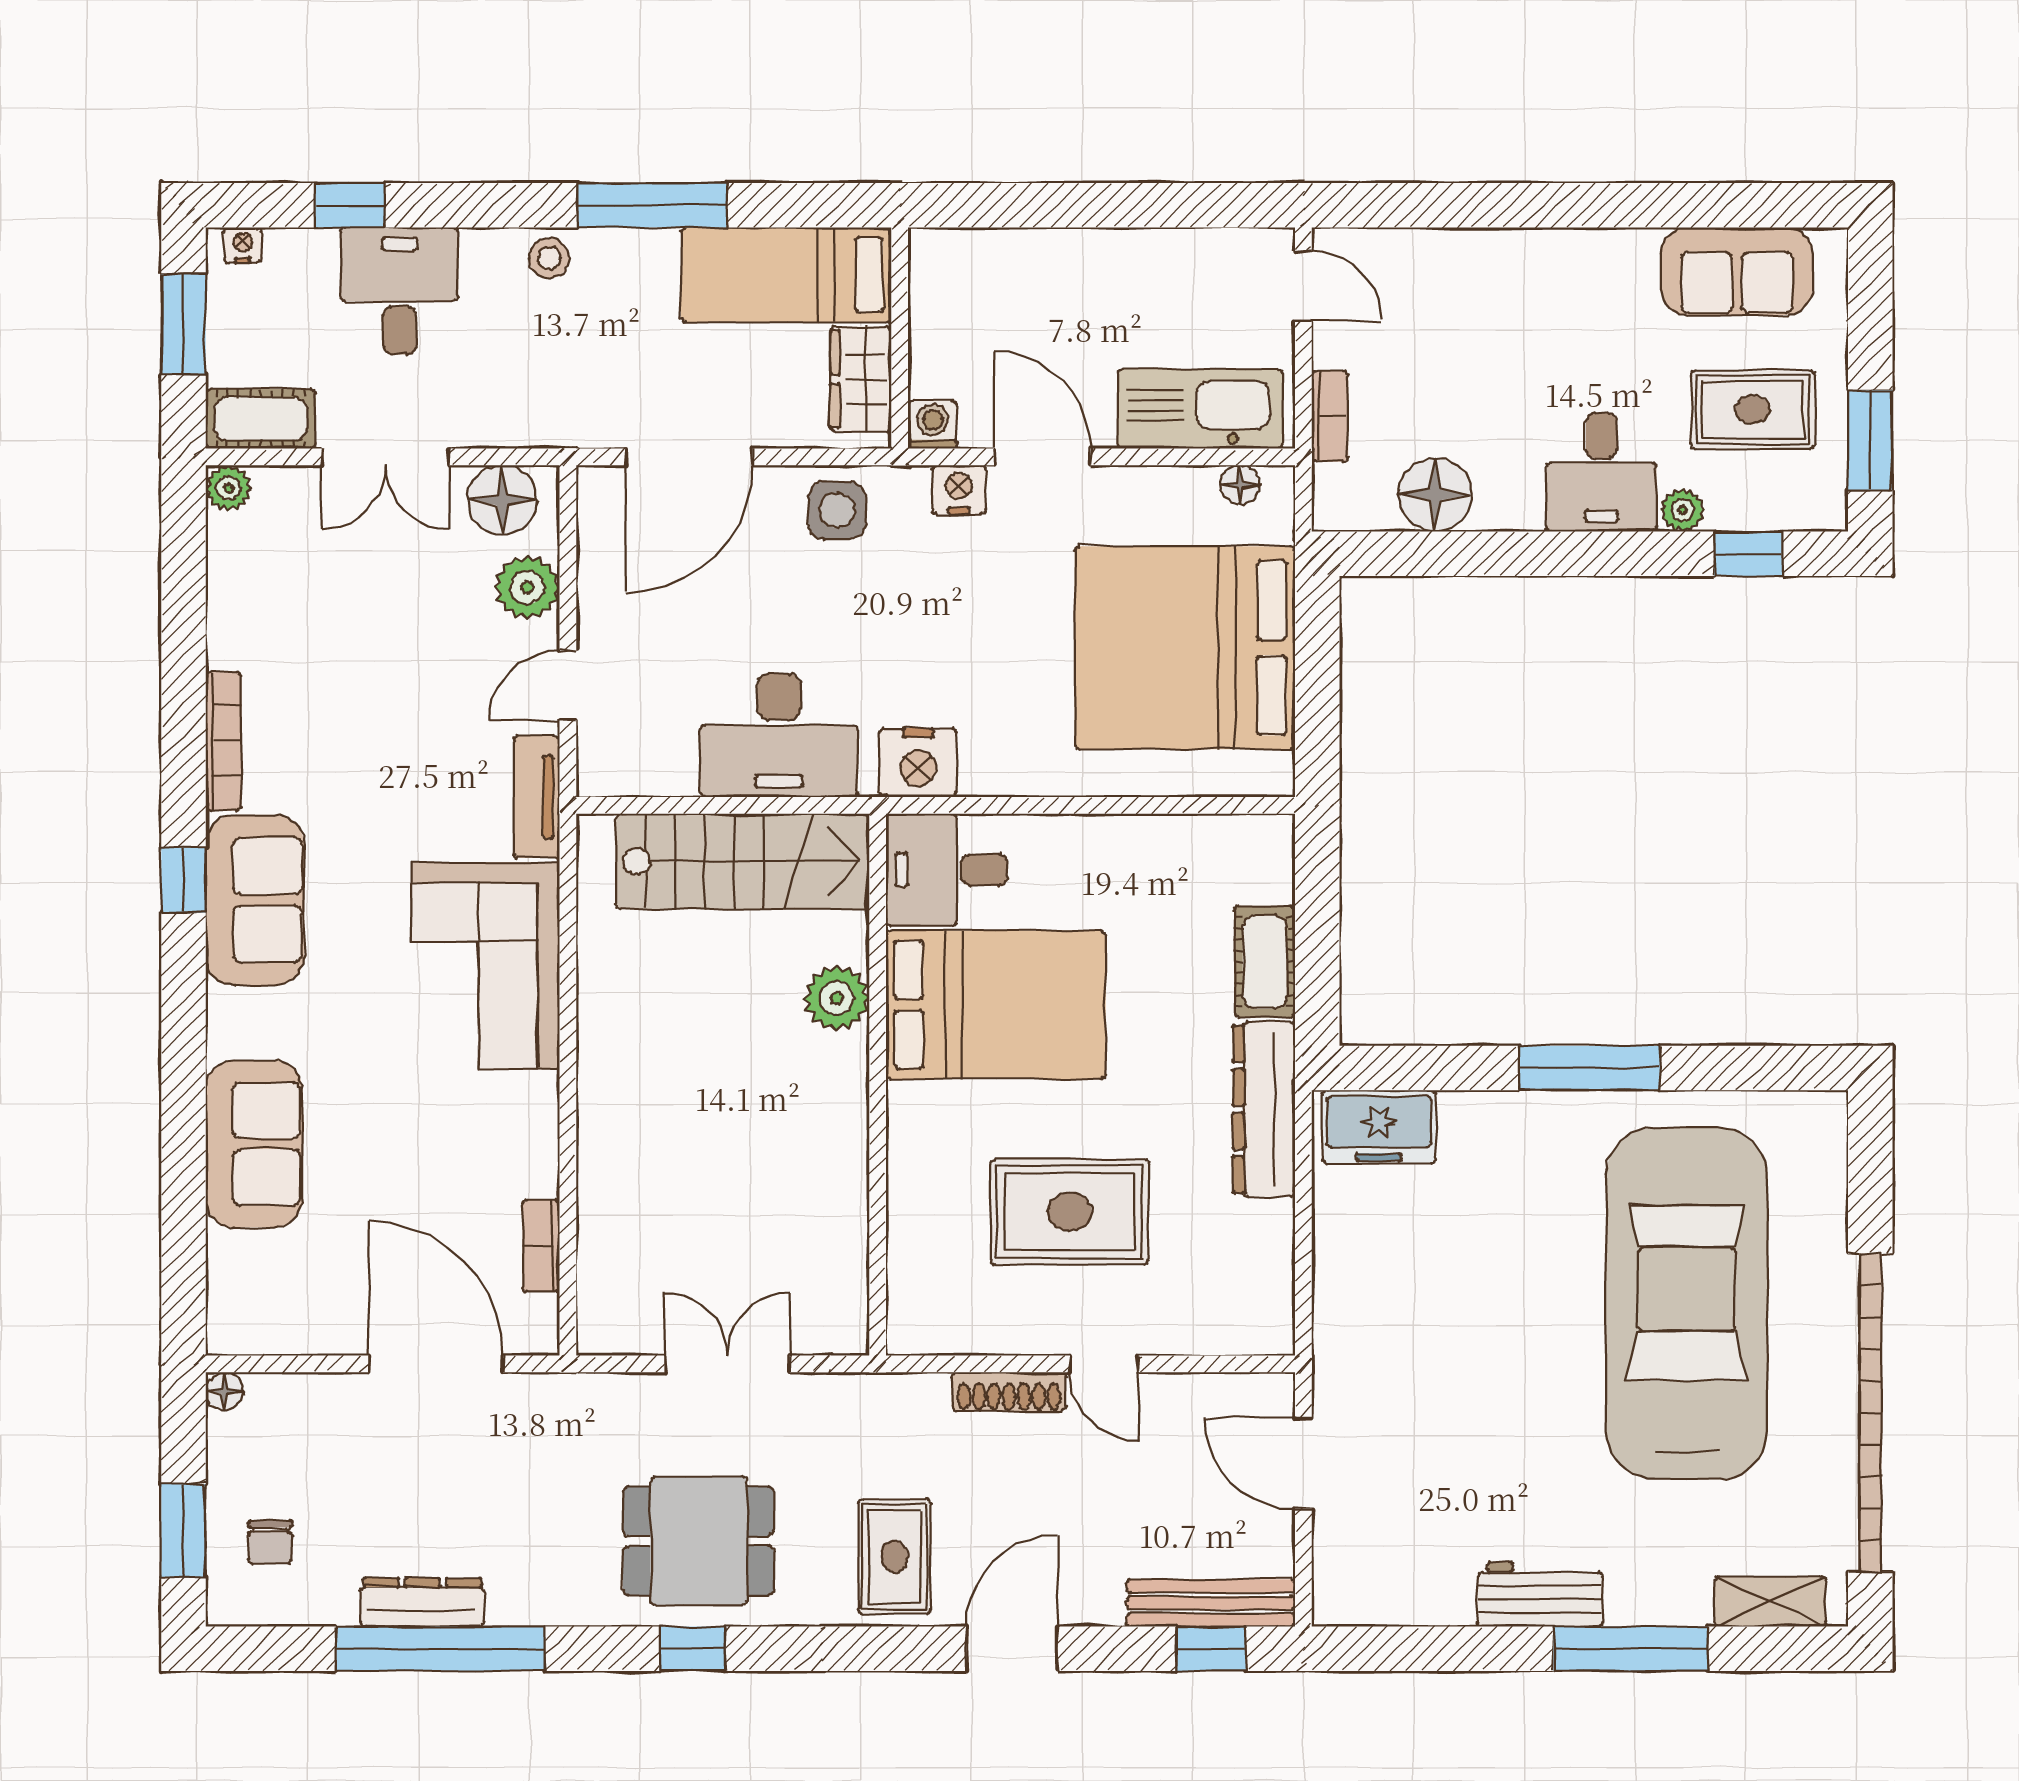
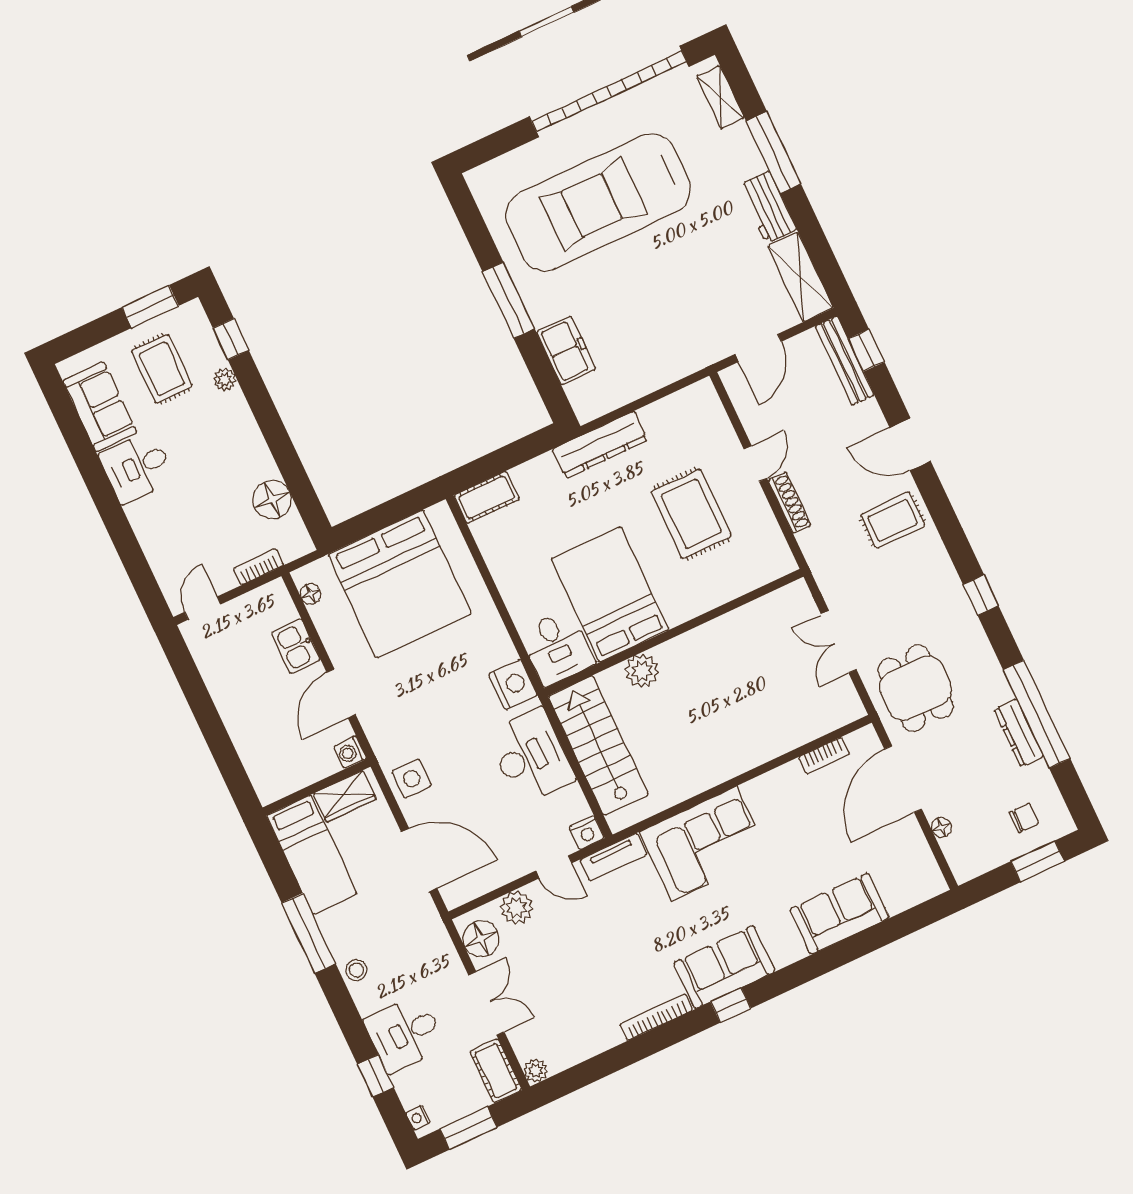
kitchen sink: (1200, 409) -> (296, 646), width x0.53, depth x0.81
desk: (1602, 472) -> (137, 467), moved, turned 180
nightstand: (959, 490) -> (587, 833), moved, turned -90
cot: (1265, 962) -> (487, 497), moved
freezer: (1379, 1127) -> (566, 351), moved
floor lamp: (225, 1391) -> (941, 827), moved
dining table: (699, 1541) -> (916, 688), moved
shelving: (1392, 1594) -> (800, 277), added

